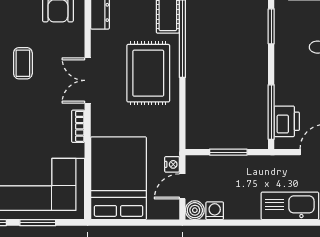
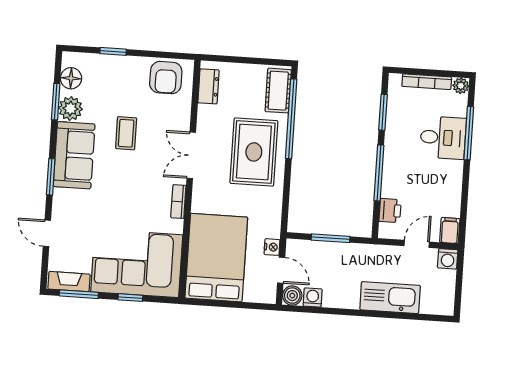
window: (271, 112) -> (379, 173), moved
printer: (287, 121) -> (390, 211), width x0.73, depth x0.81
door: (182, 186) -> (281, 270), swing flipped
window: (38, 223) -> (130, 298), width x0.67

